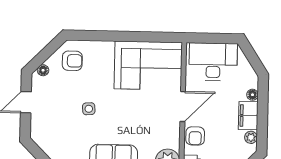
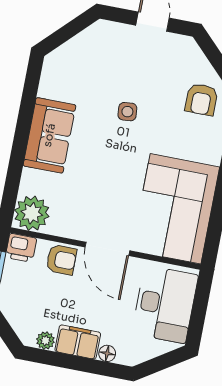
floor lamp: (43, 70) -> (195, 55), removed
armchair: (195, 136) -> (61, 260), turned 180

